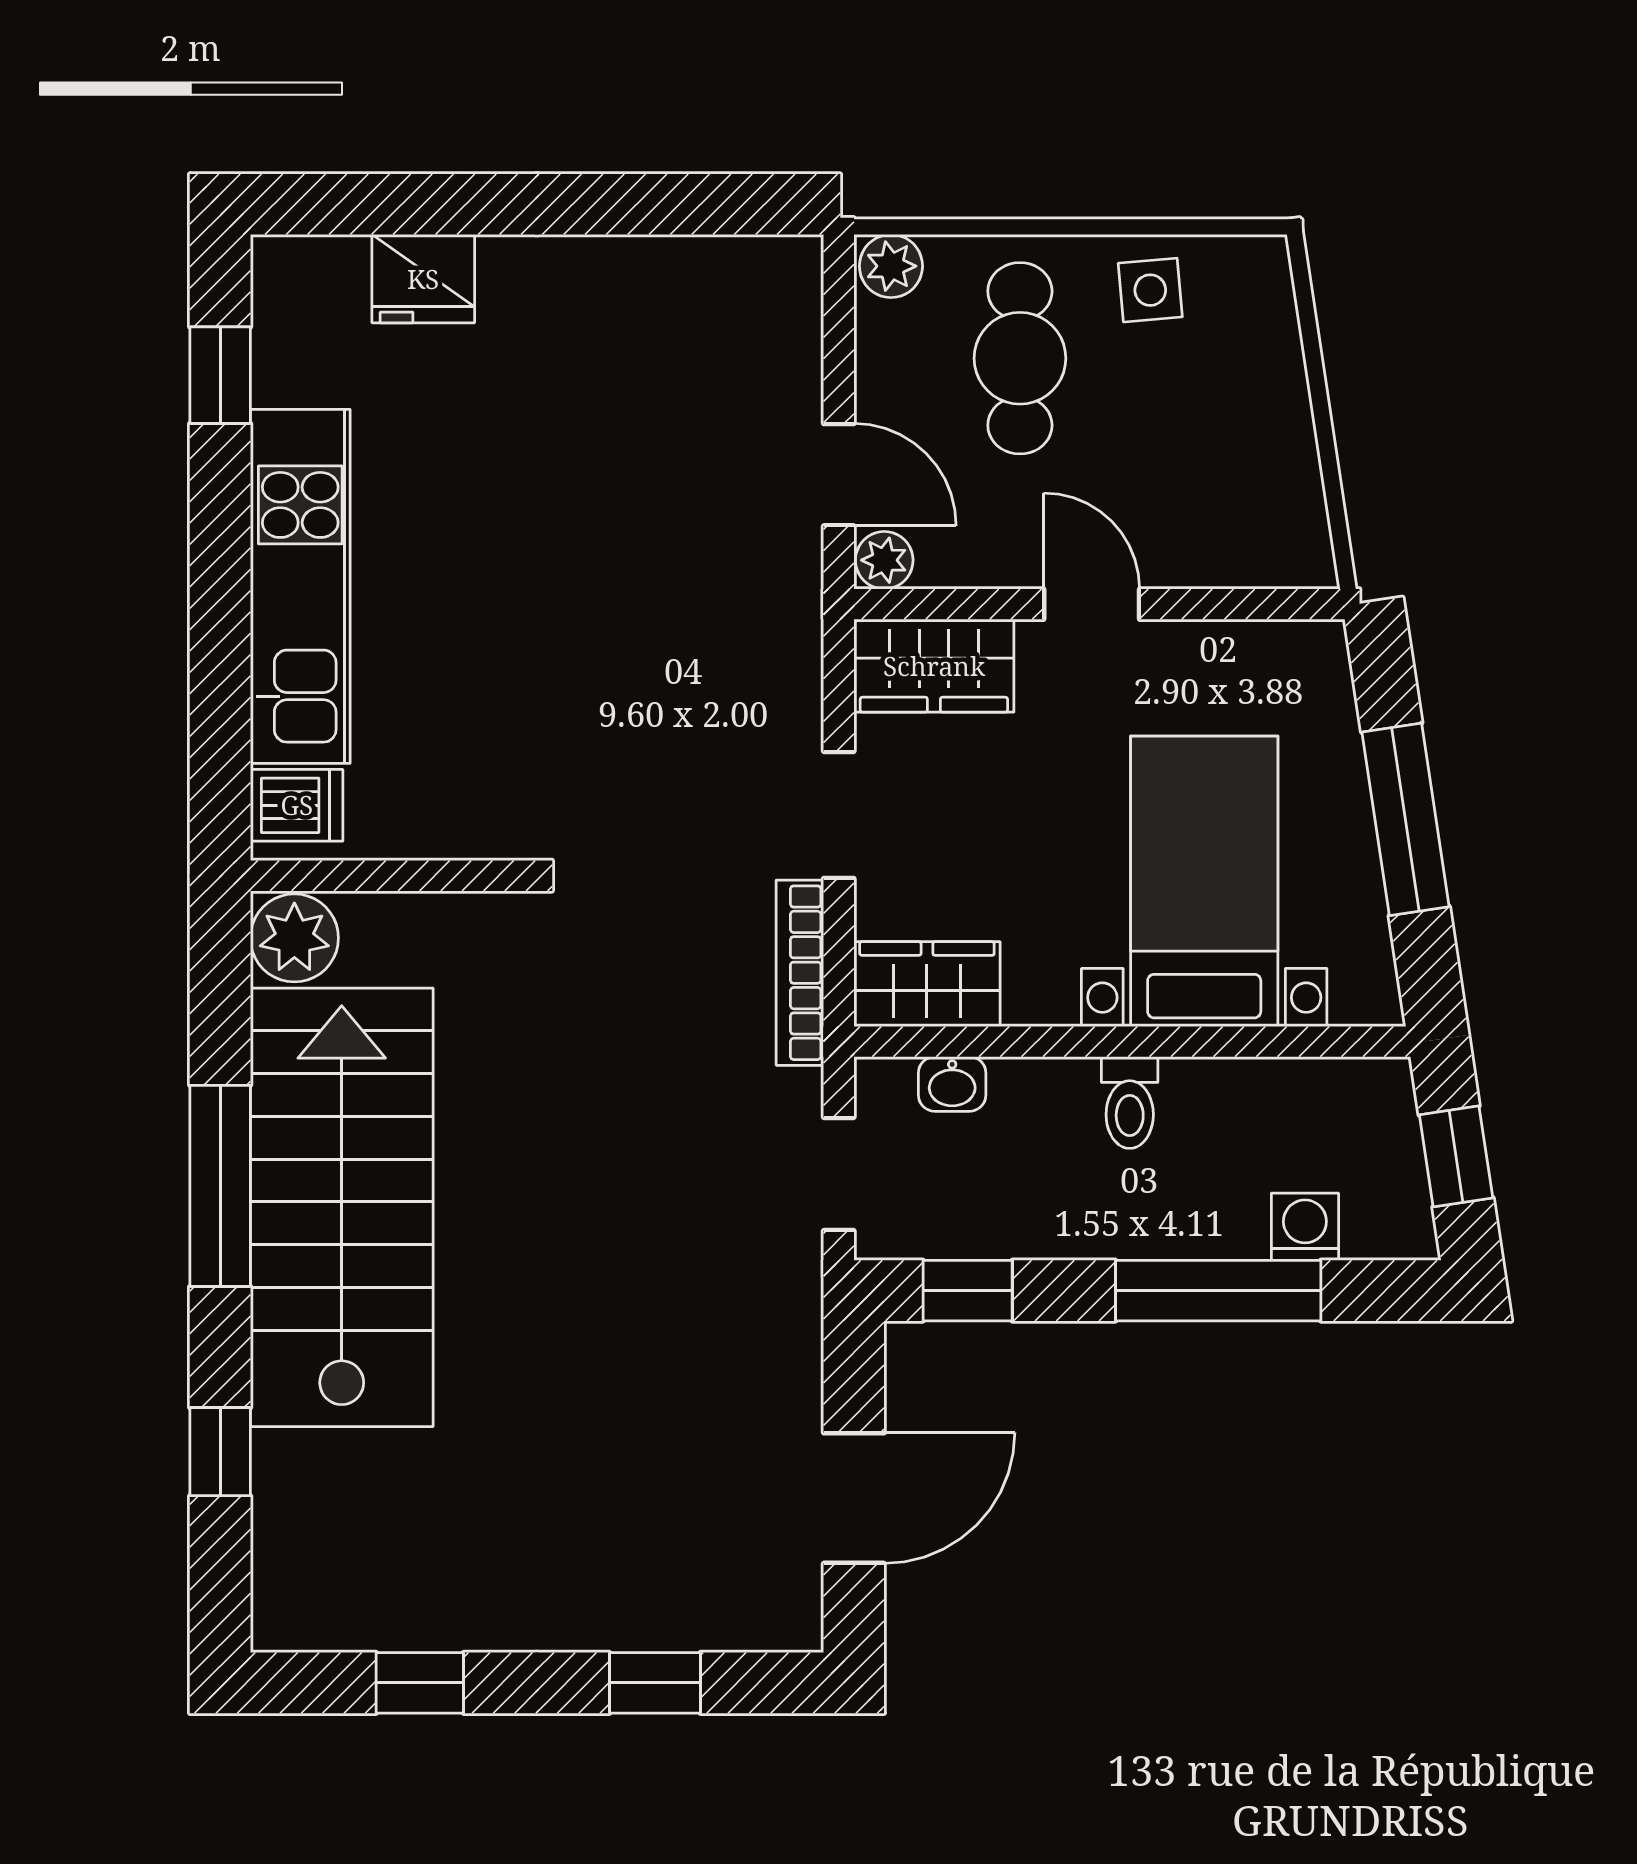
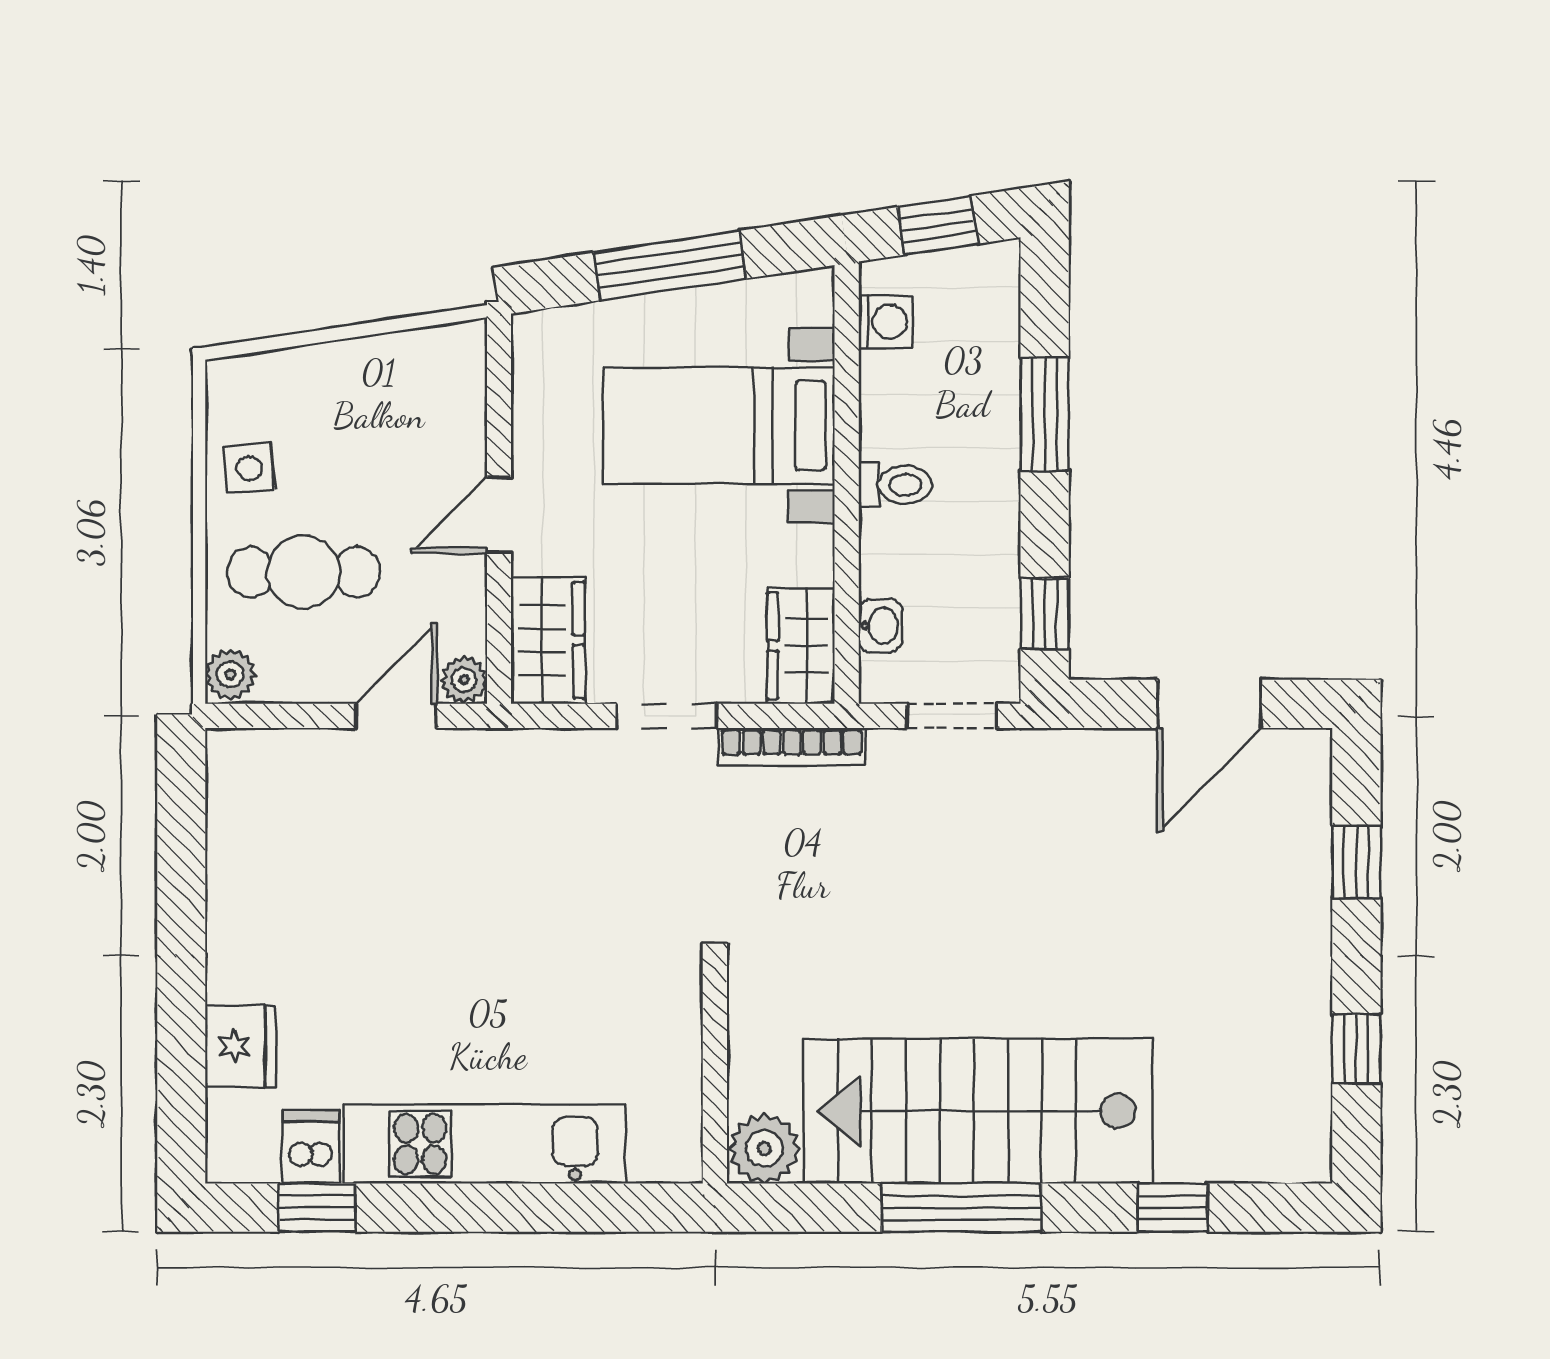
dishwasher: (297, 805) -> (311, 1147), moved
washing machine: (1305, 1227) -> (885, 322), moved, turned 180
window: (1218, 1291) -> (1045, 414), width x0.69
door: (854, 1498) -> (1209, 704), swing flipped

